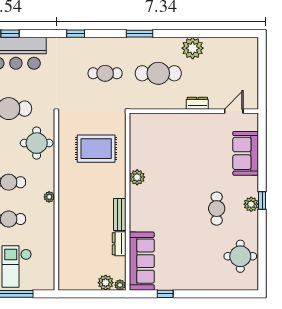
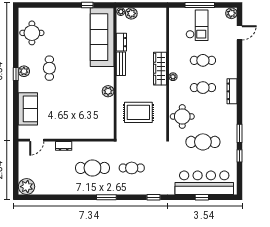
plant: (193, 48) -> (27, 187), moved
wardrobe: (67, 208) -> (160, 69), added
sofa: (142, 261) -> (102, 37), width x1.36, depth x1.27

